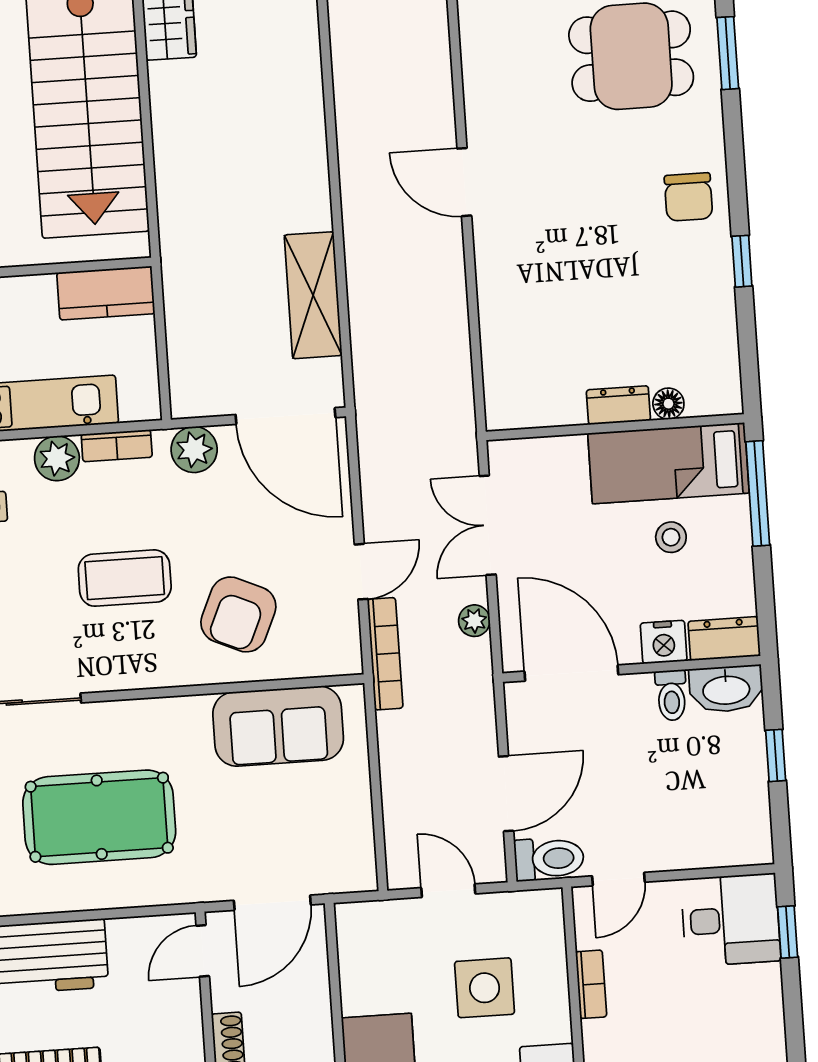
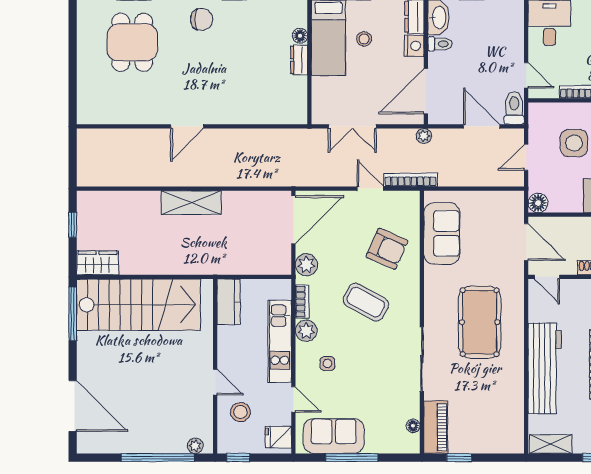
shelving: (313, 295) -> (191, 203), moved
coffee table: (125, 578) -> (366, 302), turned -61
plant: (474, 621) -> (424, 136), moved
floor lamp: (355, 922) -> (538, 203), added

